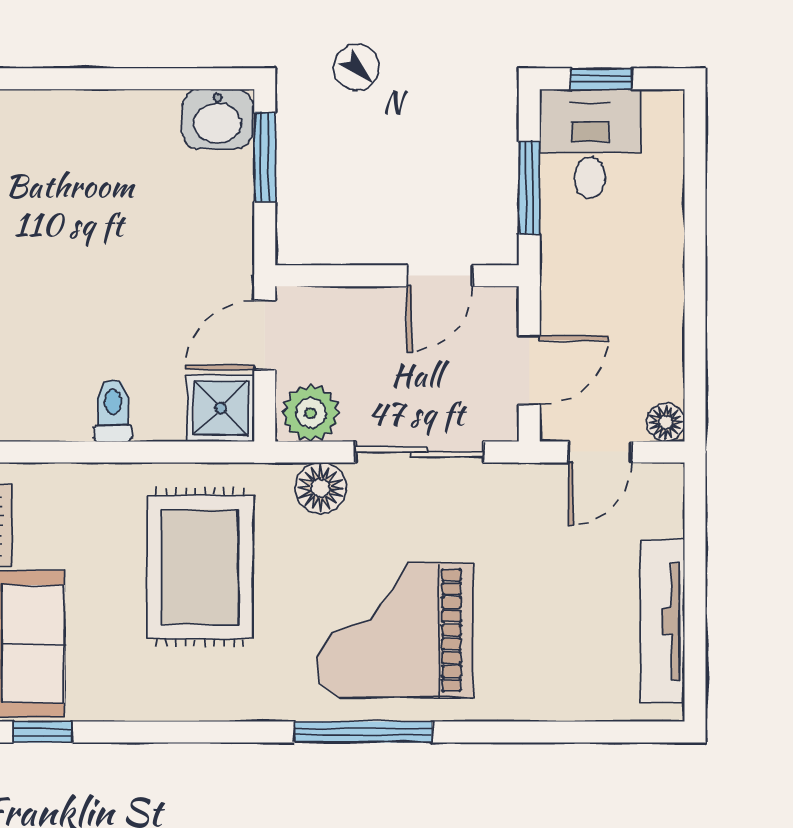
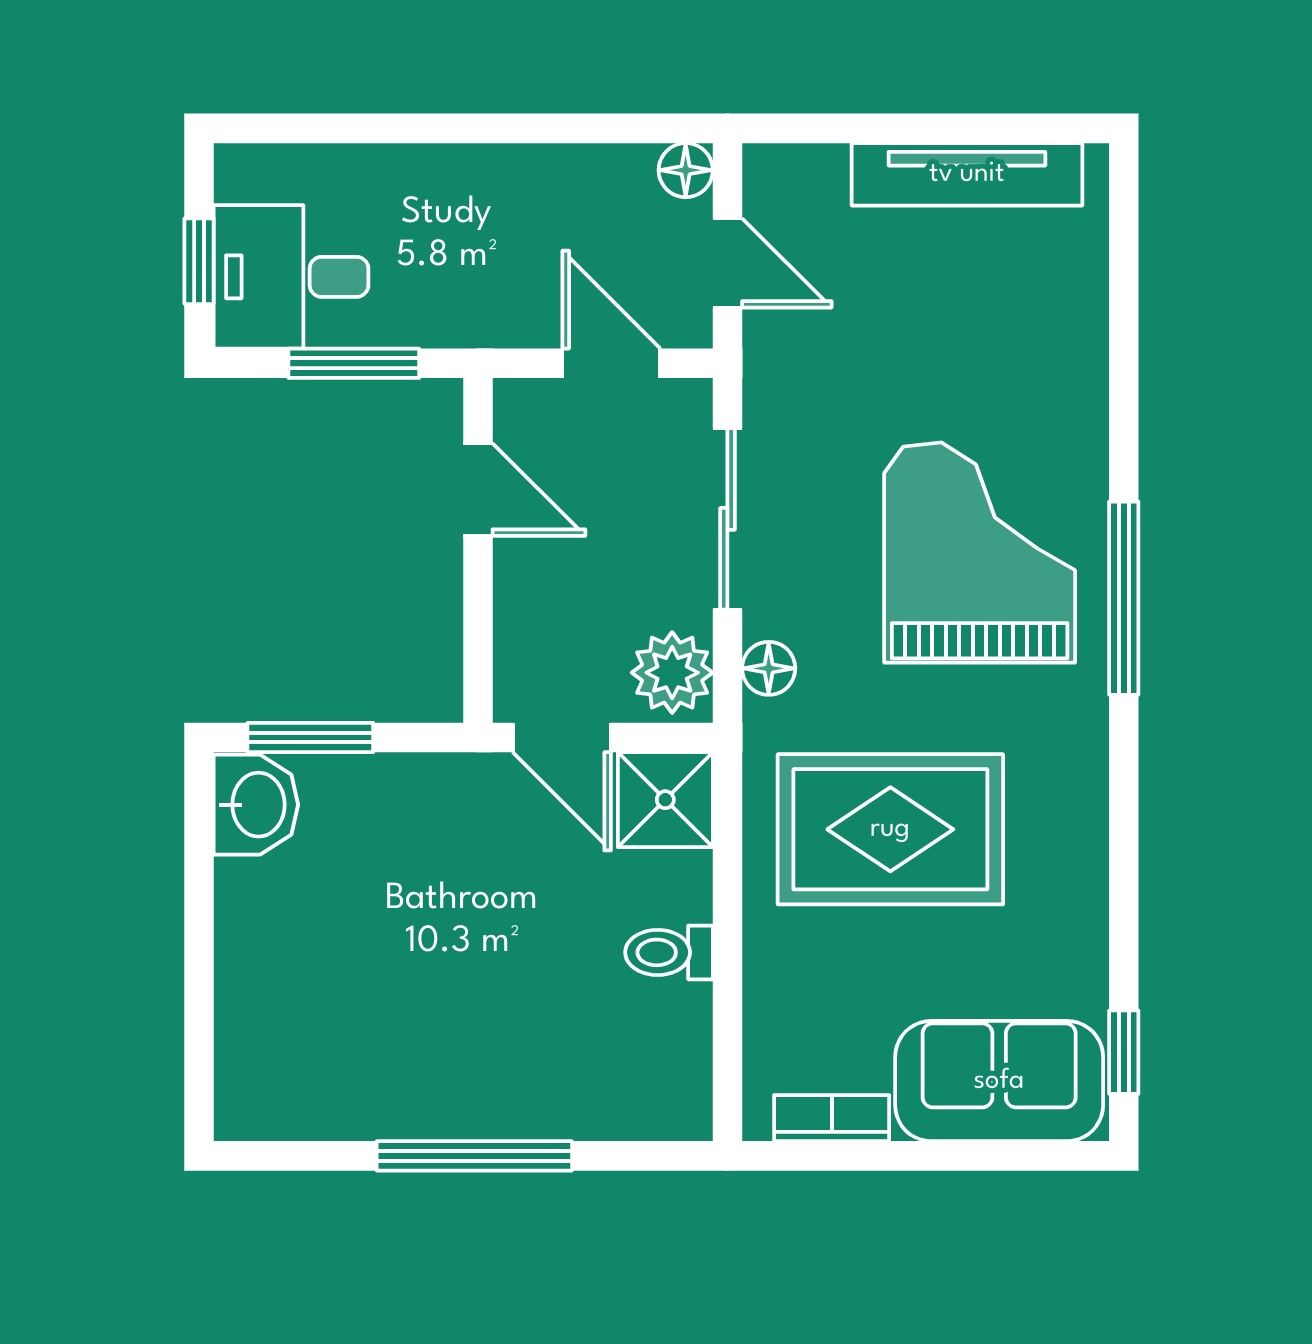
floor lamp: (321, 488) -> (769, 668), width x0.73, depth x0.73
grand piano: (395, 630) -> (980, 553), turned 180

